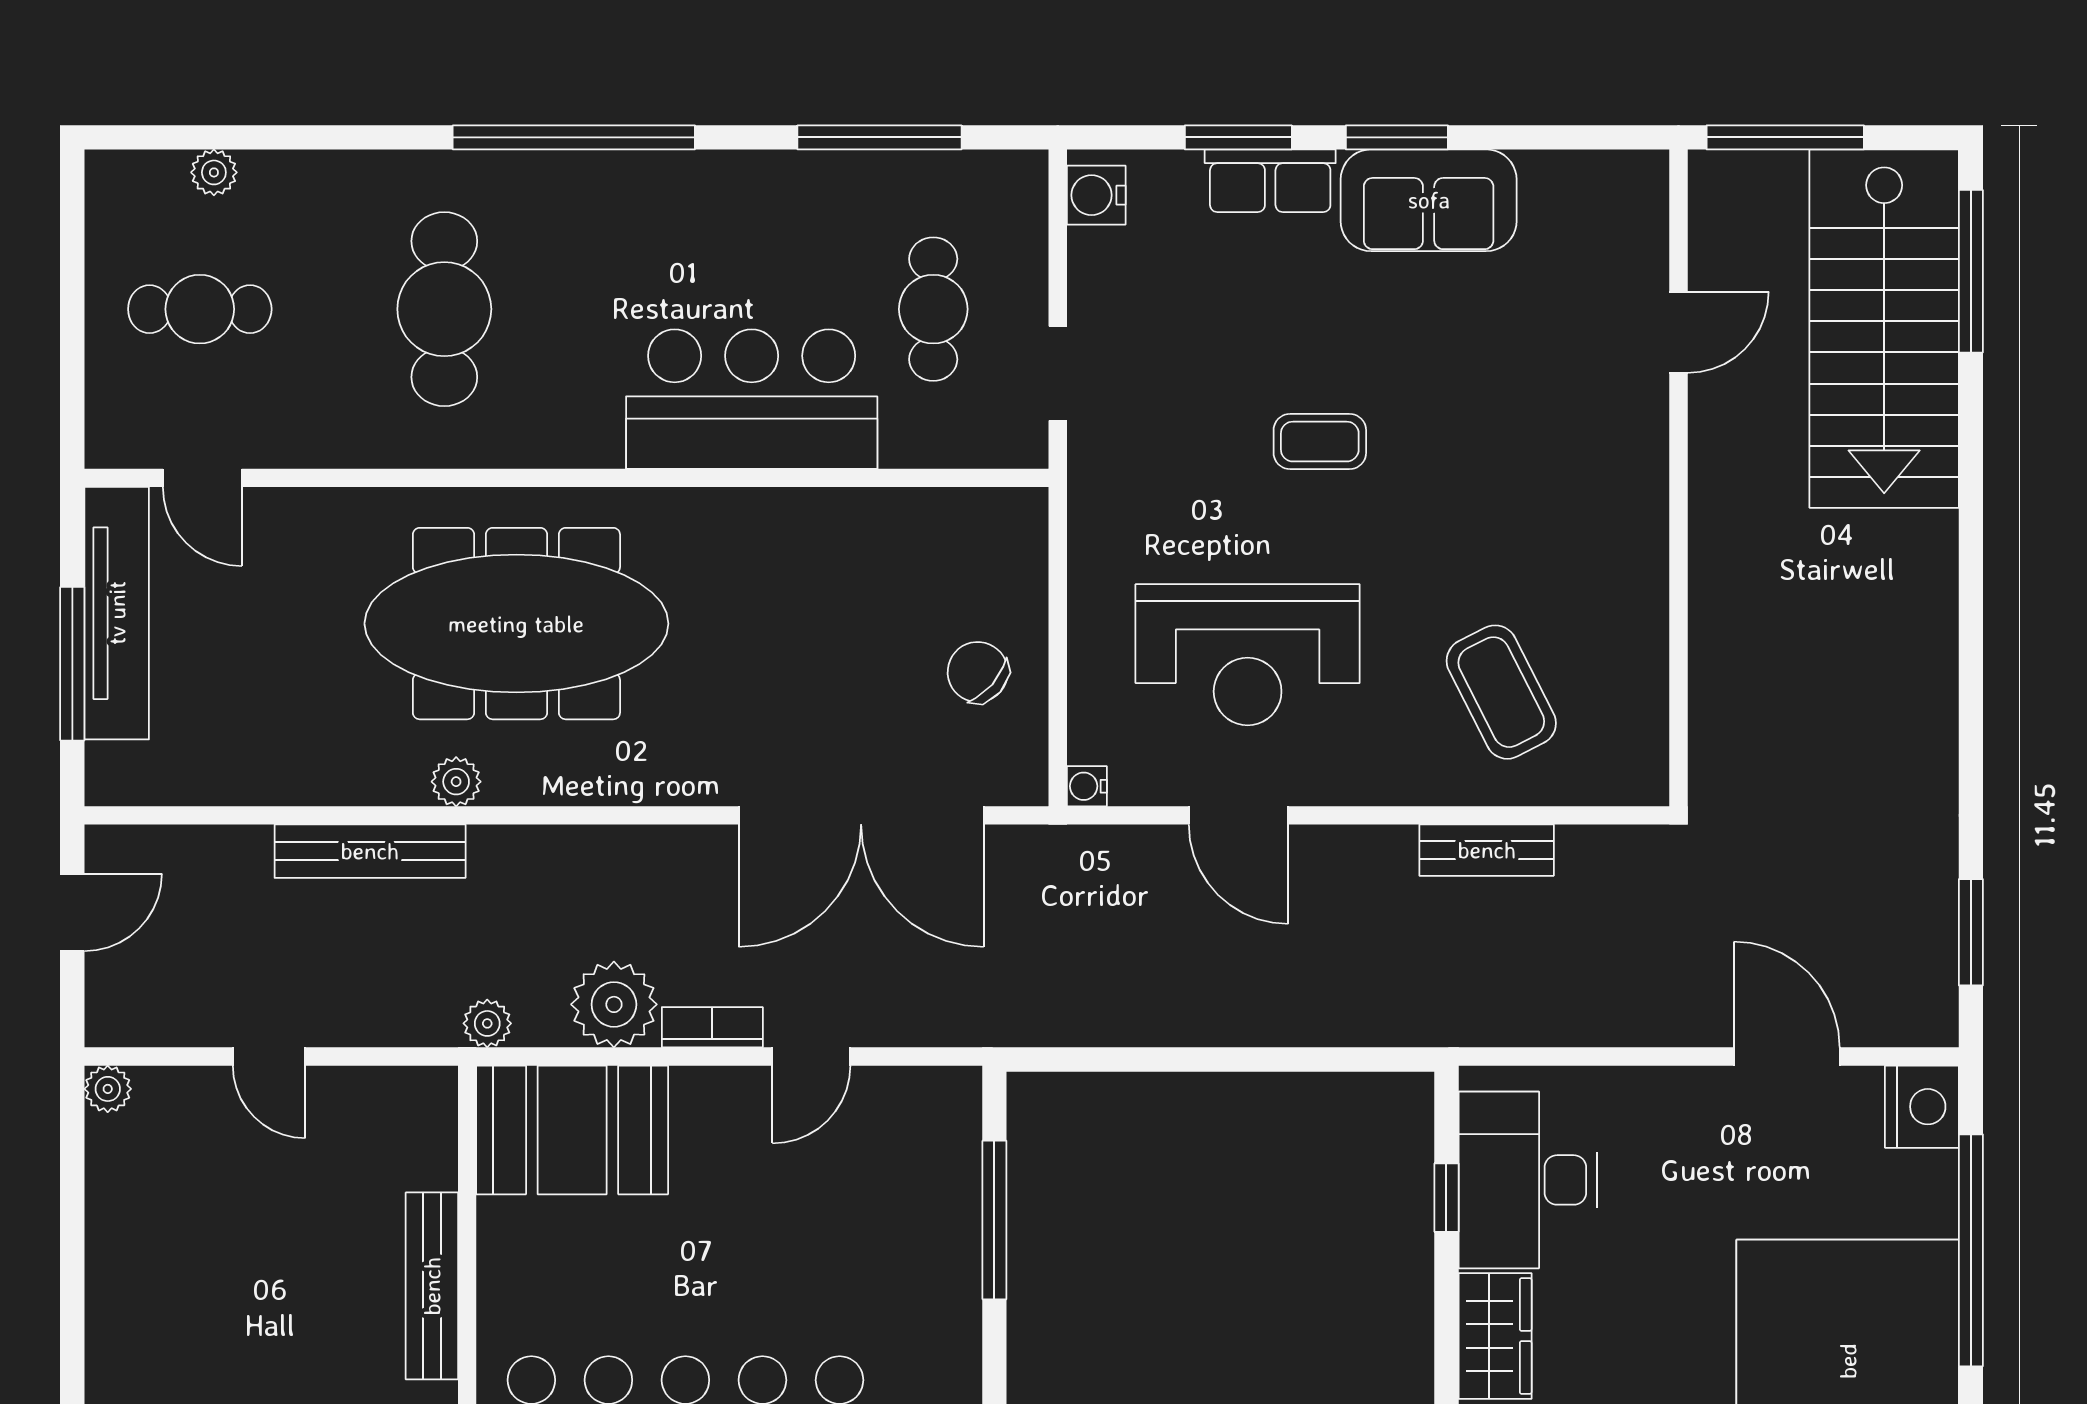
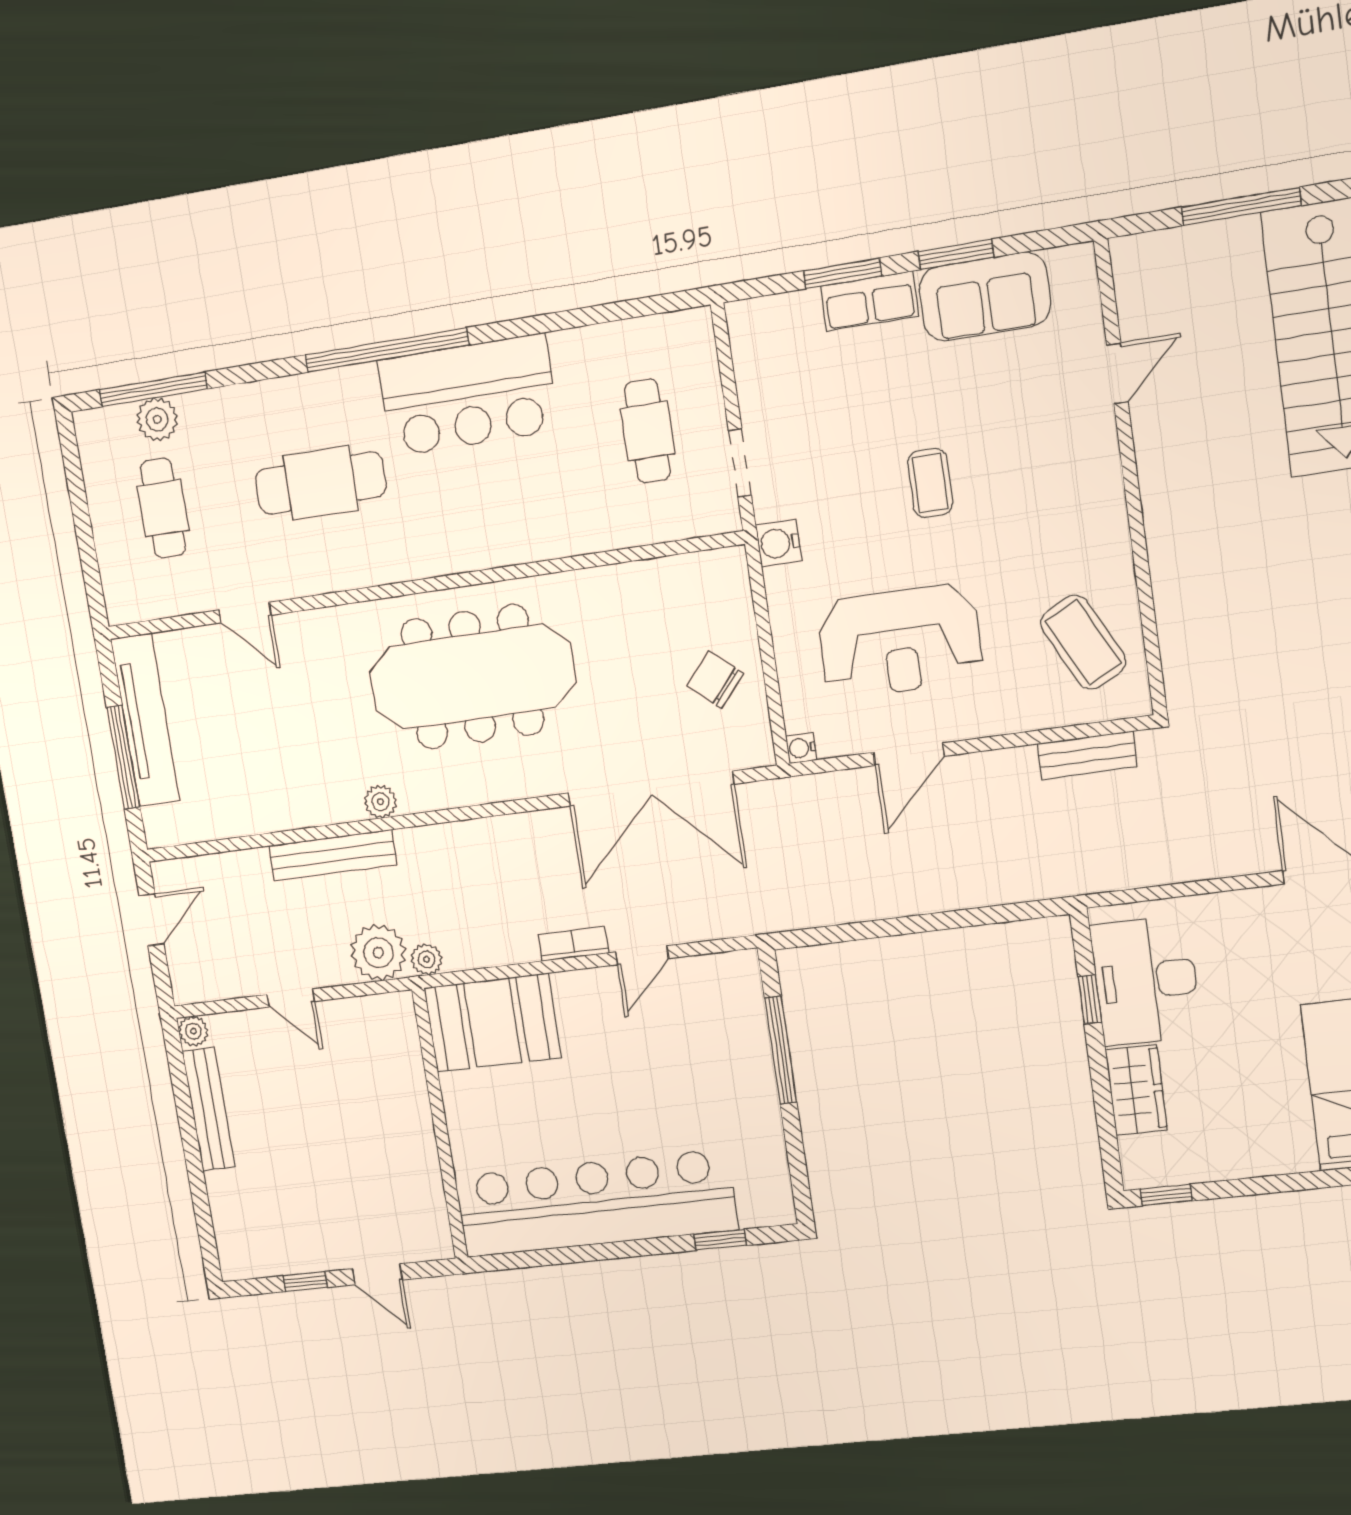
window: (879, 137) -> (153, 389), moved
plant: (214, 172) -> (157, 419), width x1.38, depth x1.38
water cooler: (1096, 195) -> (779, 543), moved
cafe table: (200, 309) -> (163, 508), turned 90
cafe table: (444, 309) -> (321, 483), turned 90
door: (1679, 332) -> (1117, 373), moved
bar counter: (752, 399) -> (468, 395), moved, turned 180
coffee table: (1320, 442) -> (930, 483), turned 90
door: (202, 478) -> (245, 613), moved
wall: (1679, 478) -> (1131, 479), moved
meeting table: (516, 624) -> (472, 677), moved
door: (1238, 815) -> (909, 754), hinge flipped
plant: (614, 1004) -> (378, 953), moved
bench: (432, 1286) -> (209, 1109), moved

